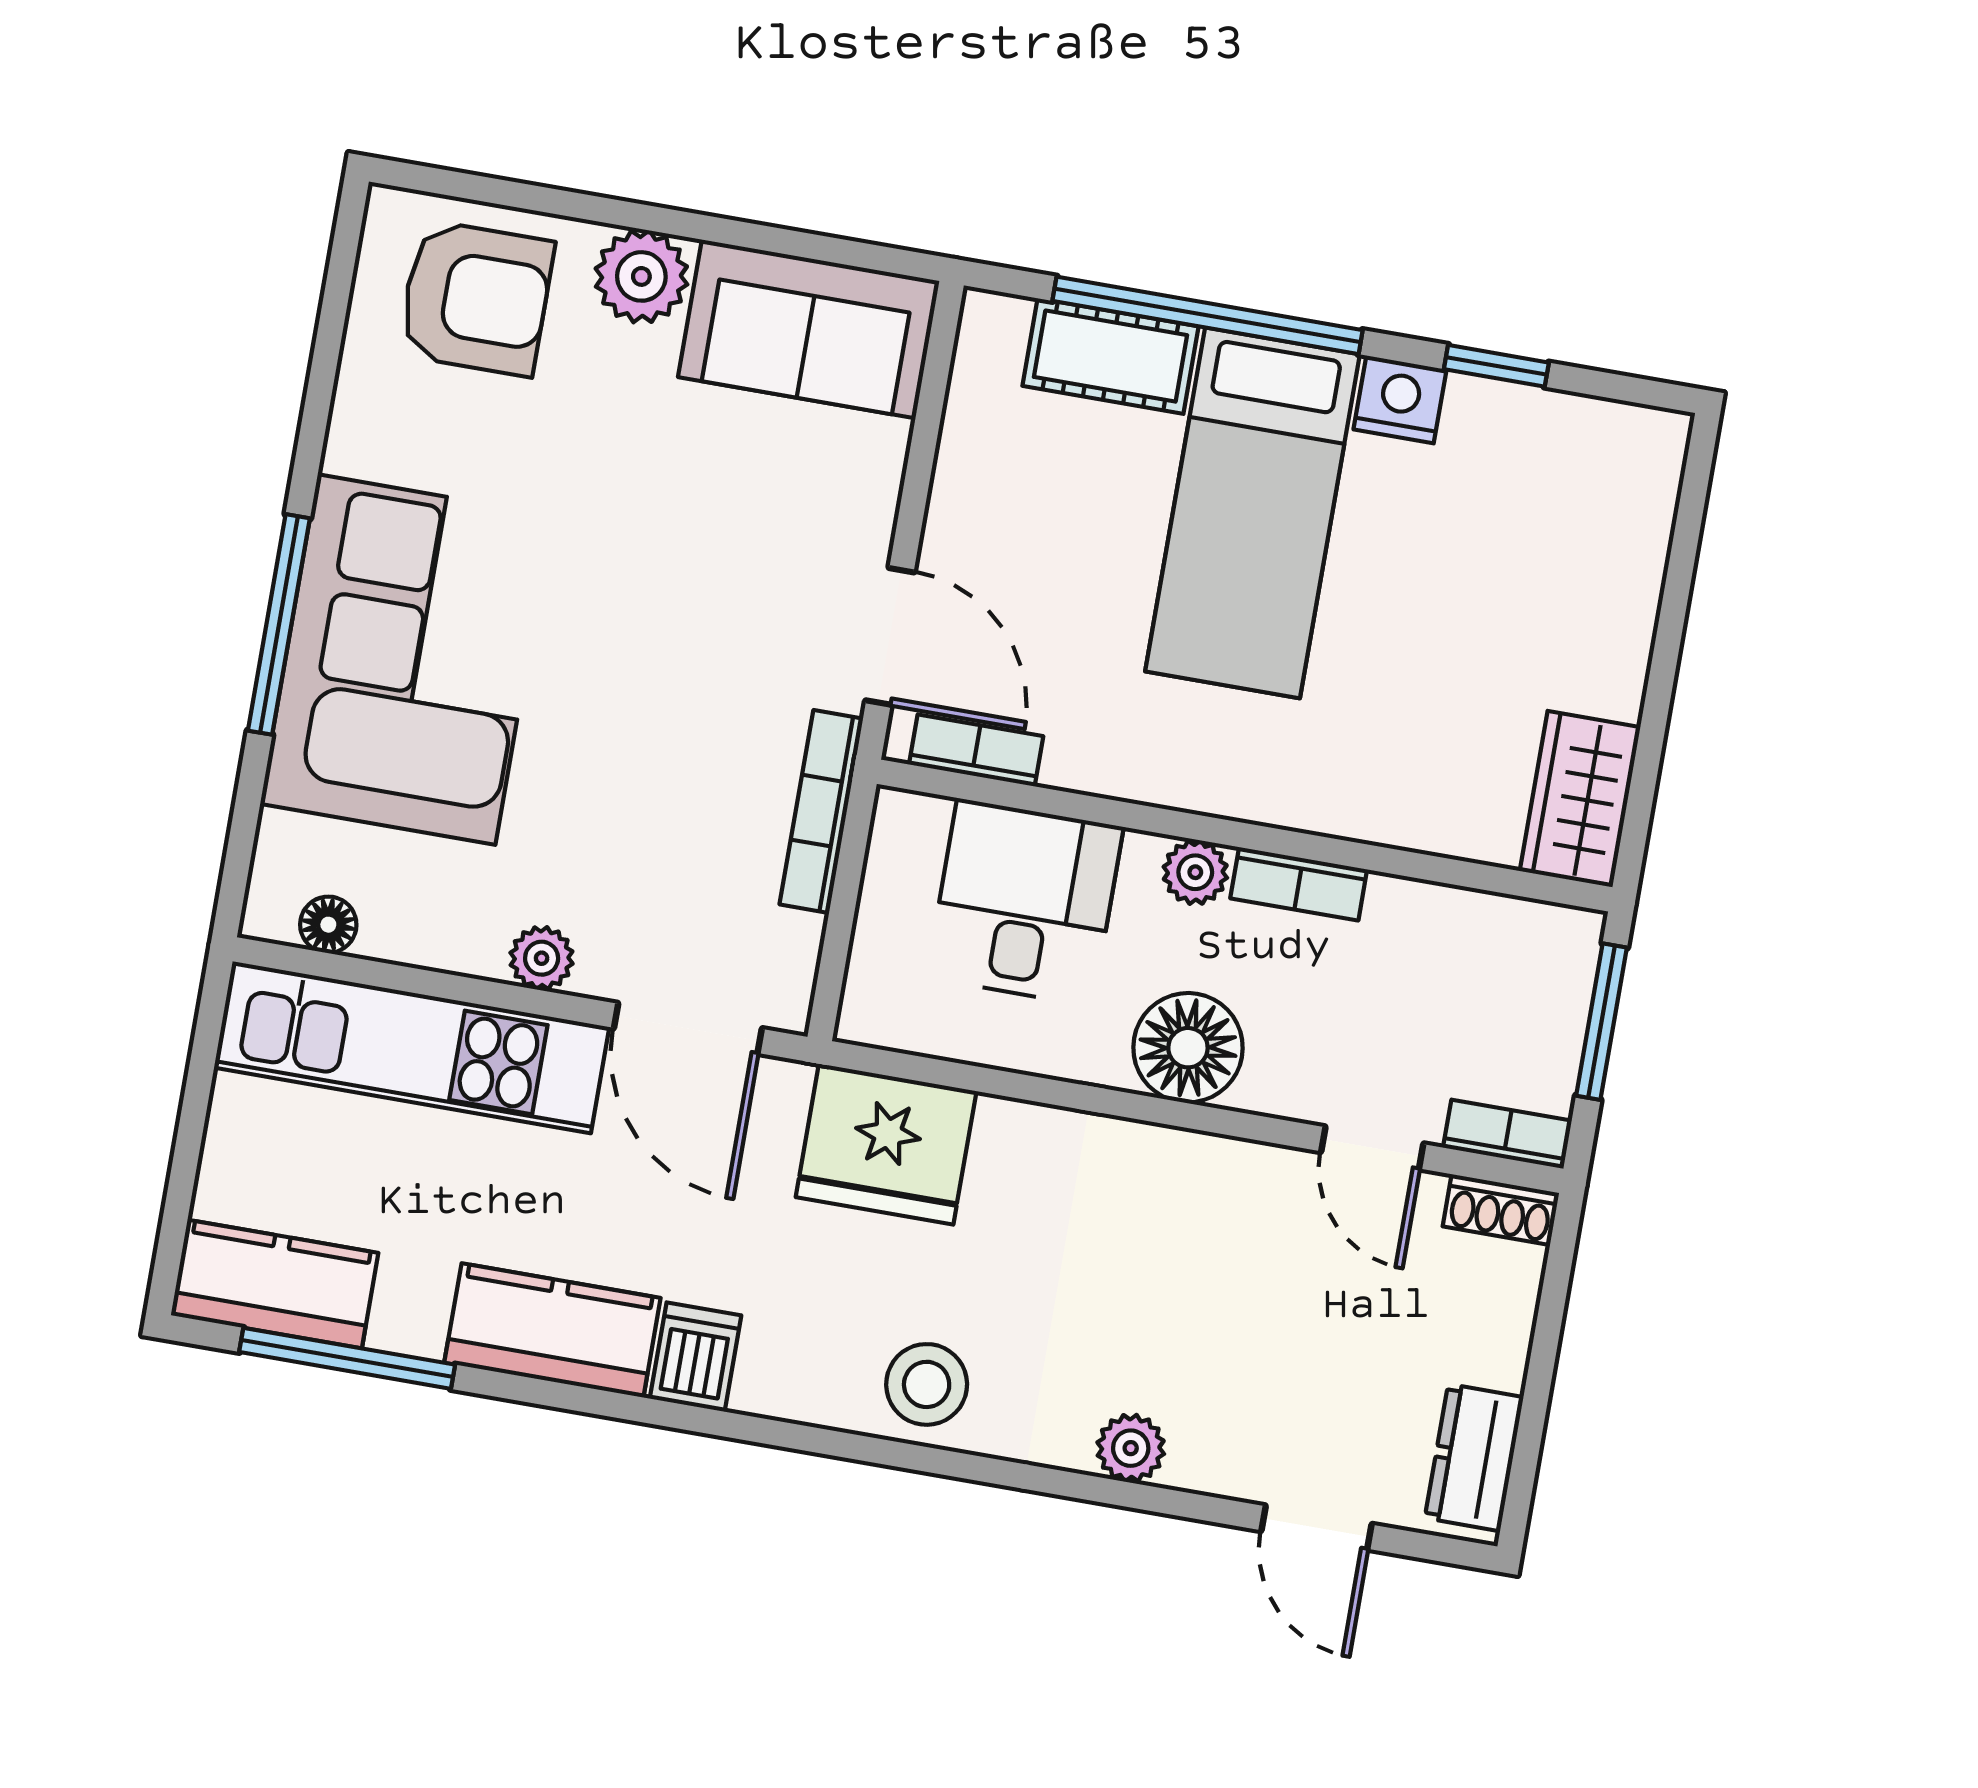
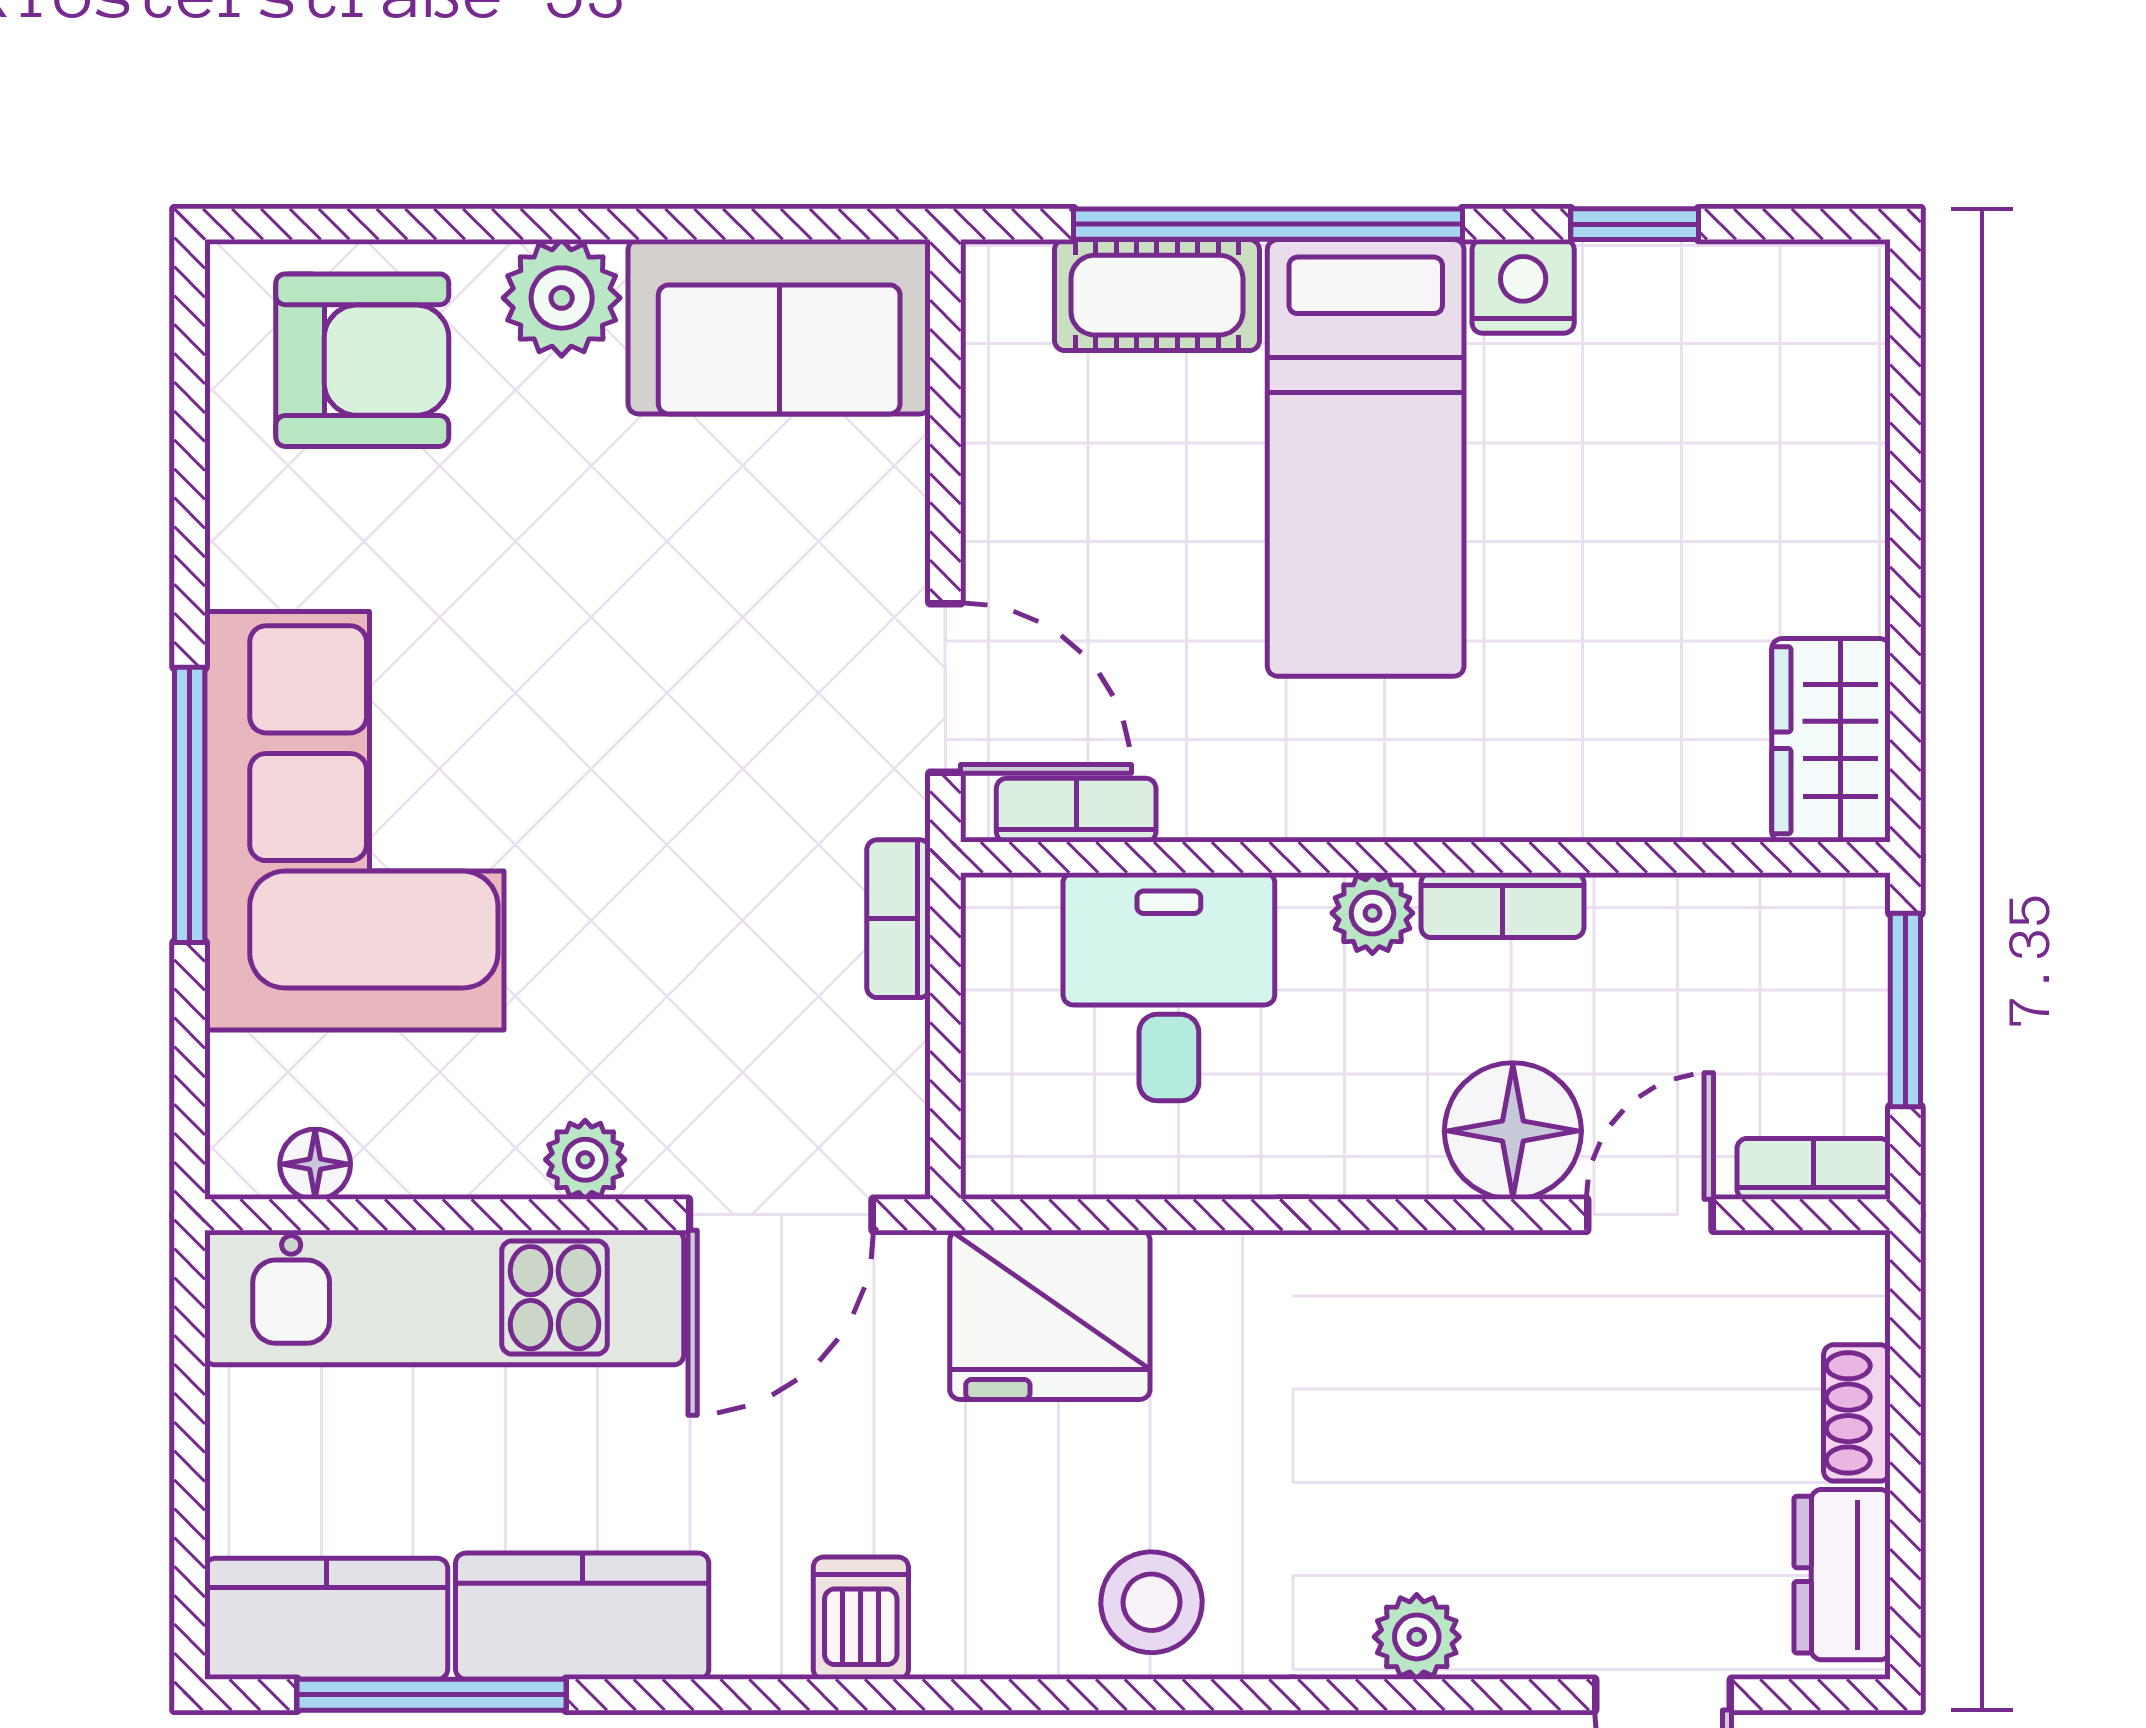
bookcase: (821, 811) -> (898, 919), width x0.64
door: (688, 1028) -> (781, 1215), hinge flipped
floor lamp: (1188, 1048) -> (1513, 1131), moved
door: (1372, 1148) -> (1650, 1215), swing flipped
shoe rack: (1501, 1210) -> (1857, 1413), moved, turned 90
kitchen counter: (552, 1330) -> (582, 1616), moved

